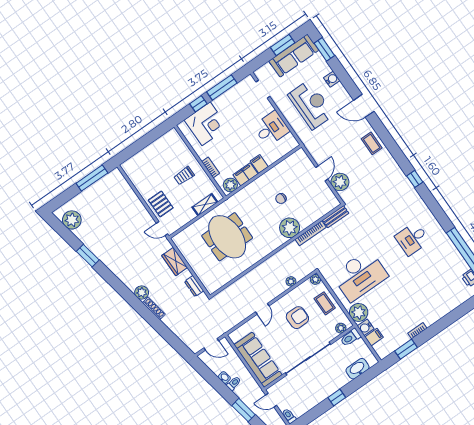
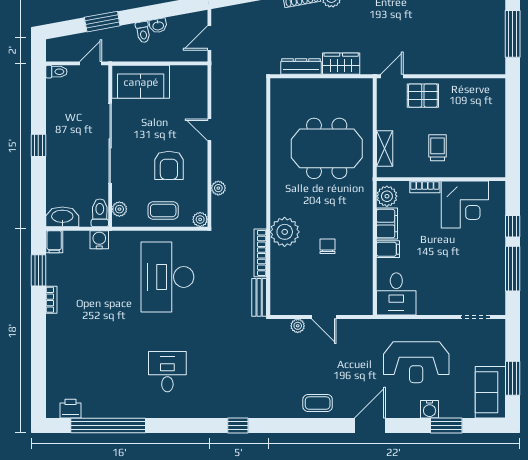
window: (324, 49) -> (446, 425), moved
sofa: (294, 56) -> (490, 392), width x0.73
corner desk: (206, 124) -> (465, 204), moved, turned -90
desk: (271, 128) -> (396, 294), moved
plant: (340, 182) -> (298, 326), width x0.53, depth x0.53
dresser: (194, 286) -> (301, 66), width x1.44
plant: (359, 312) -> (123, 244), removed
filing cabinet: (374, 337) -> (54, 242), moved
sofa: (258, 360) -> (141, 82), width x0.73
washbasin: (358, 369) -> (62, 217), moved, turned -90

